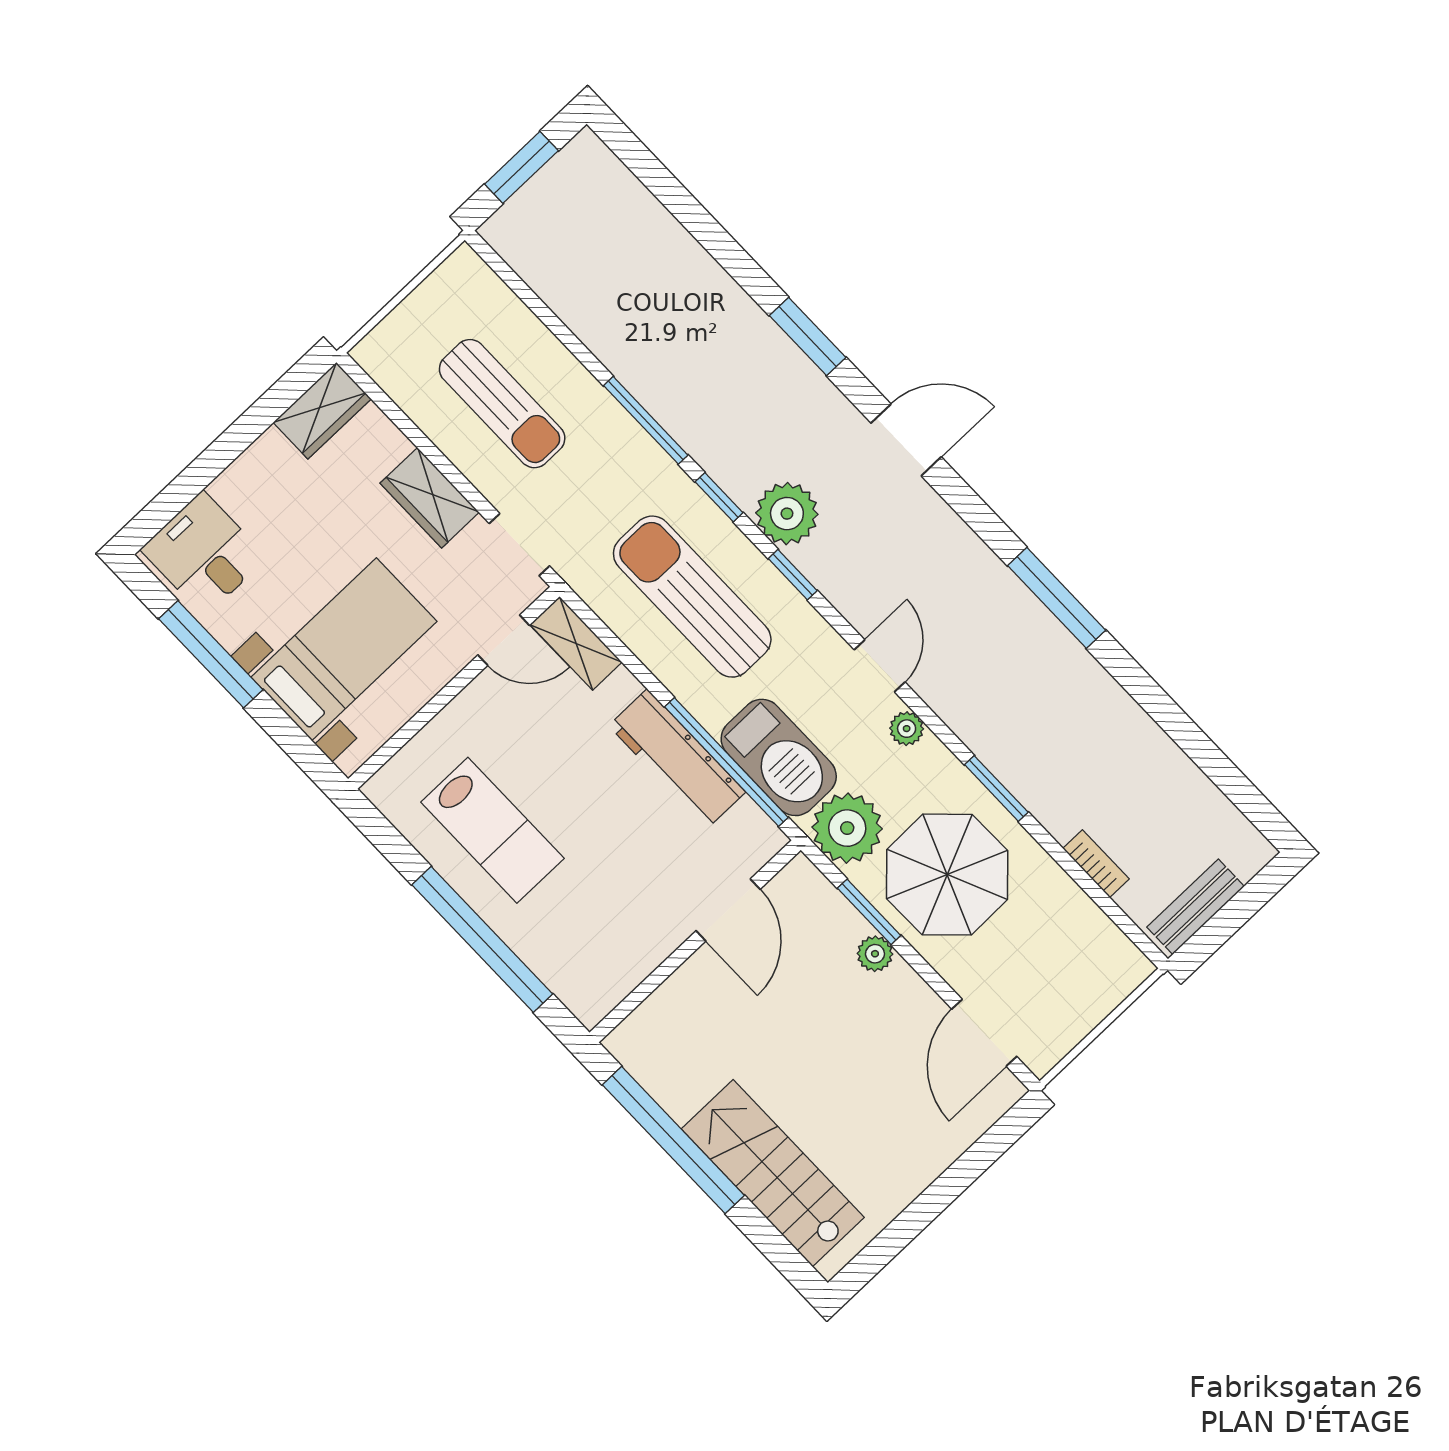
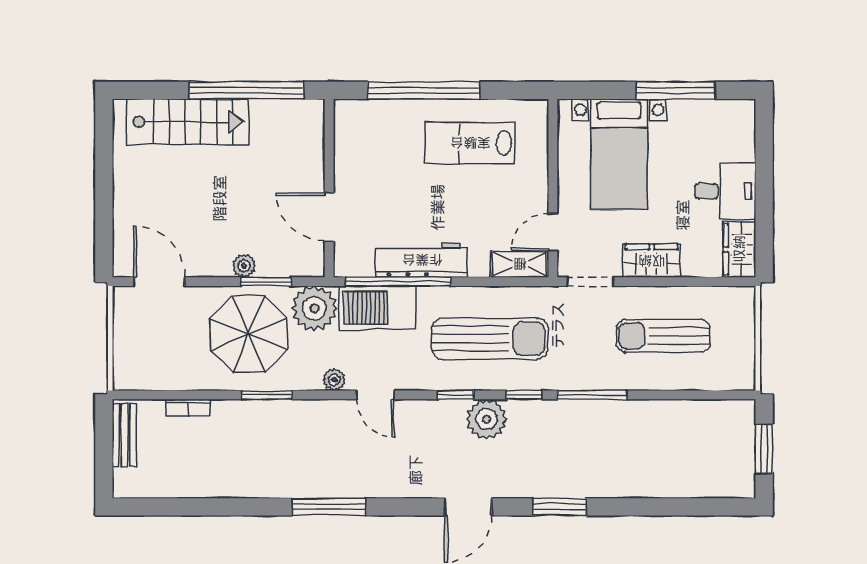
desk: (204, 554) -> (725, 191), moved

